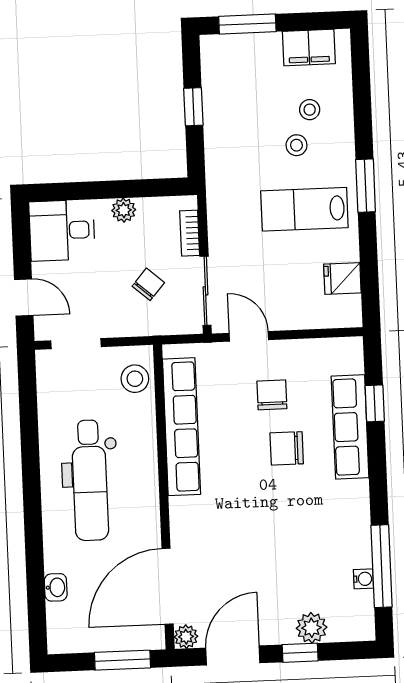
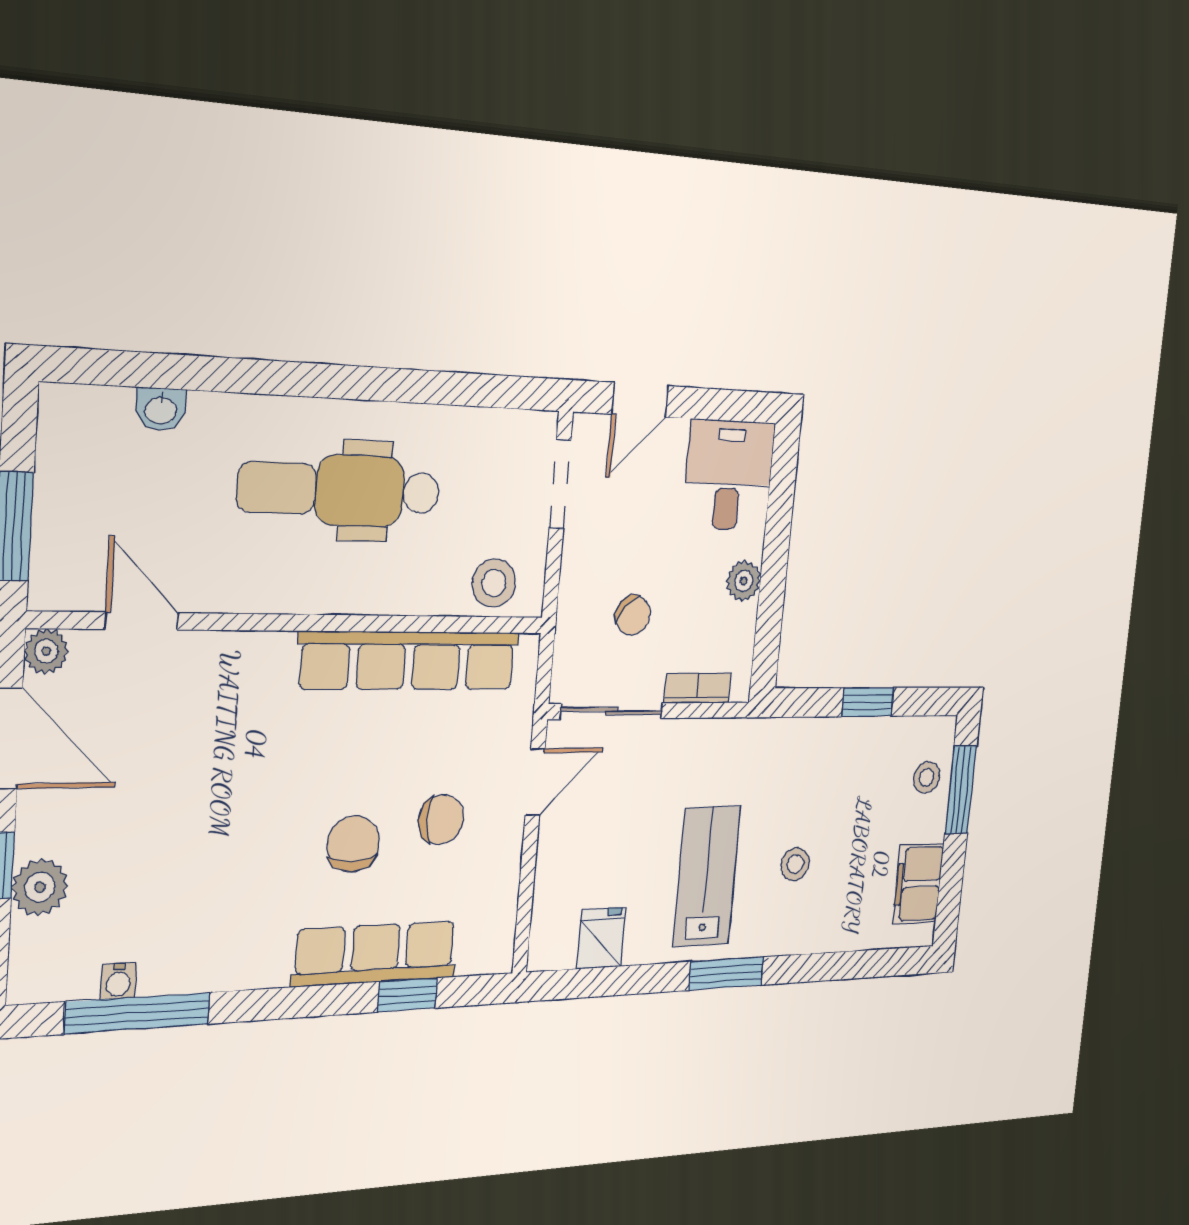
stool: (310, 110) -> (927, 777), moved
door: (168, 586) -> (142, 621), width x0.53

